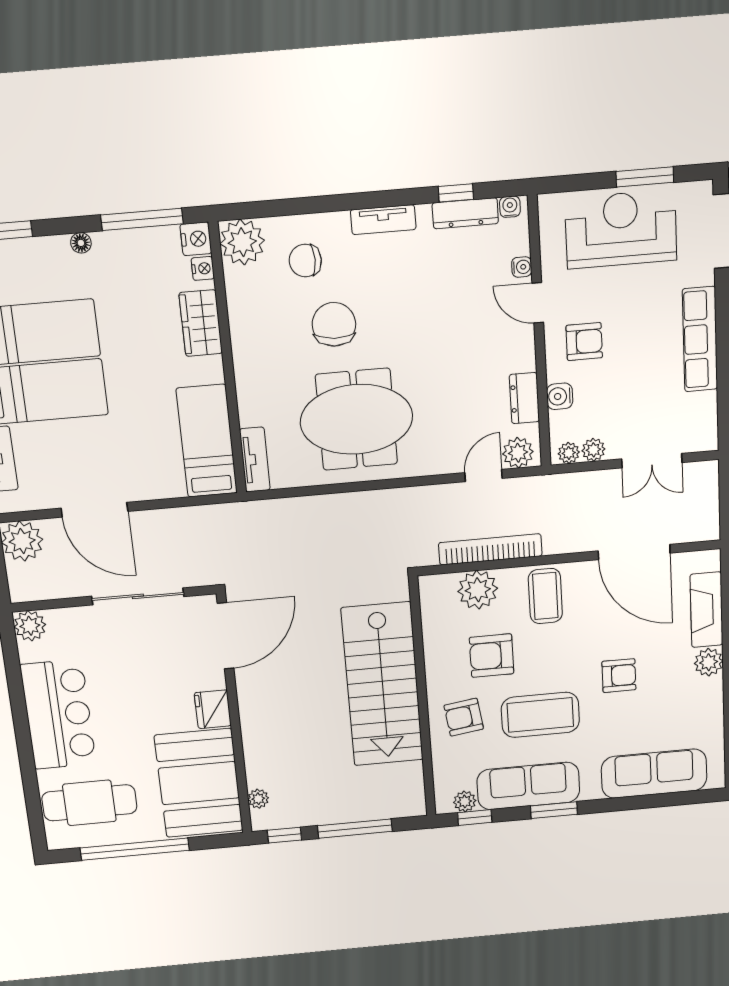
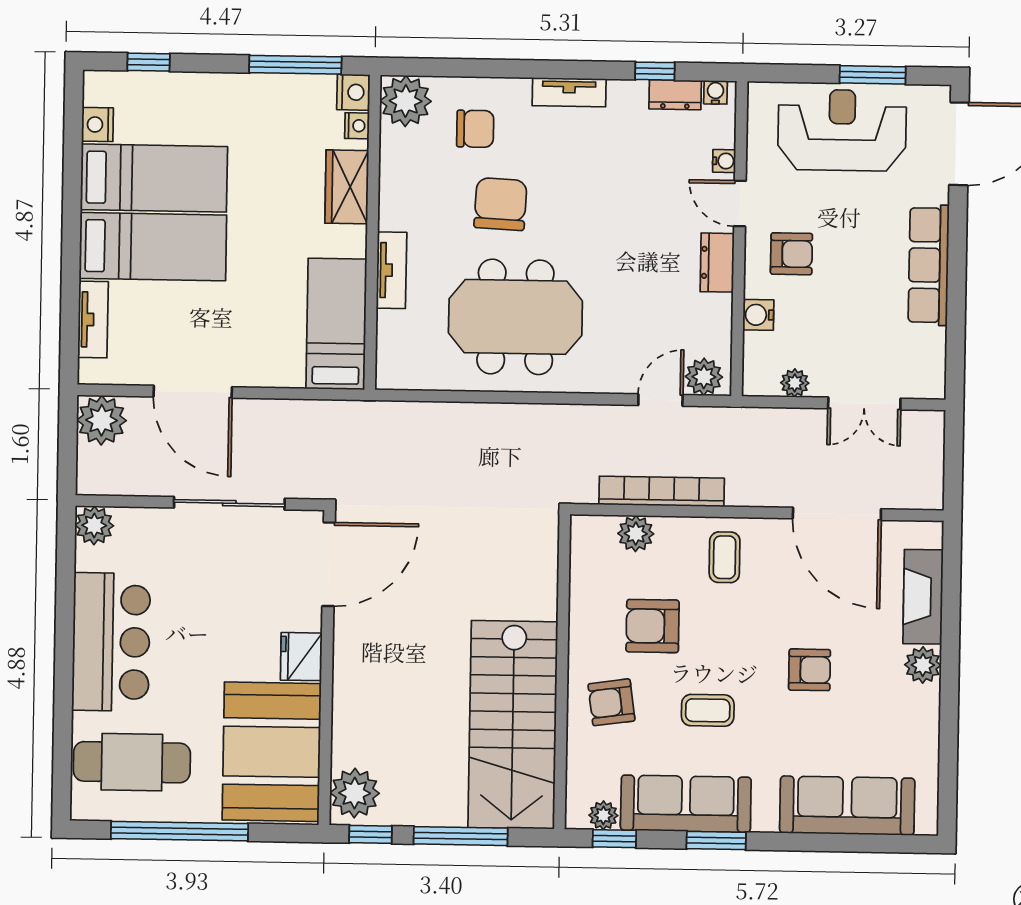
dresser: (465, 213) -> (675, 95), width x0.70
floor lamp: (81, 243) -> (223, 84), removed
chair: (305, 261) -> (475, 129), turned 180
dresser: (524, 398) -> (717, 263), moved
plant: (569, 453) -> (765, 384), removed
tv unit: (255, 460) -> (392, 270), moved
plant: (478, 590) -> (636, 534), width x0.73, depth x0.73
coffee table: (545, 596) -> (725, 557), width x0.73, depth x0.77
stairs: (382, 685) -> (513, 725), moved
coffee table: (540, 715) -> (708, 710), width x0.54, depth x0.58
plant: (258, 799) -> (355, 793), width x1.88, depth x1.88

